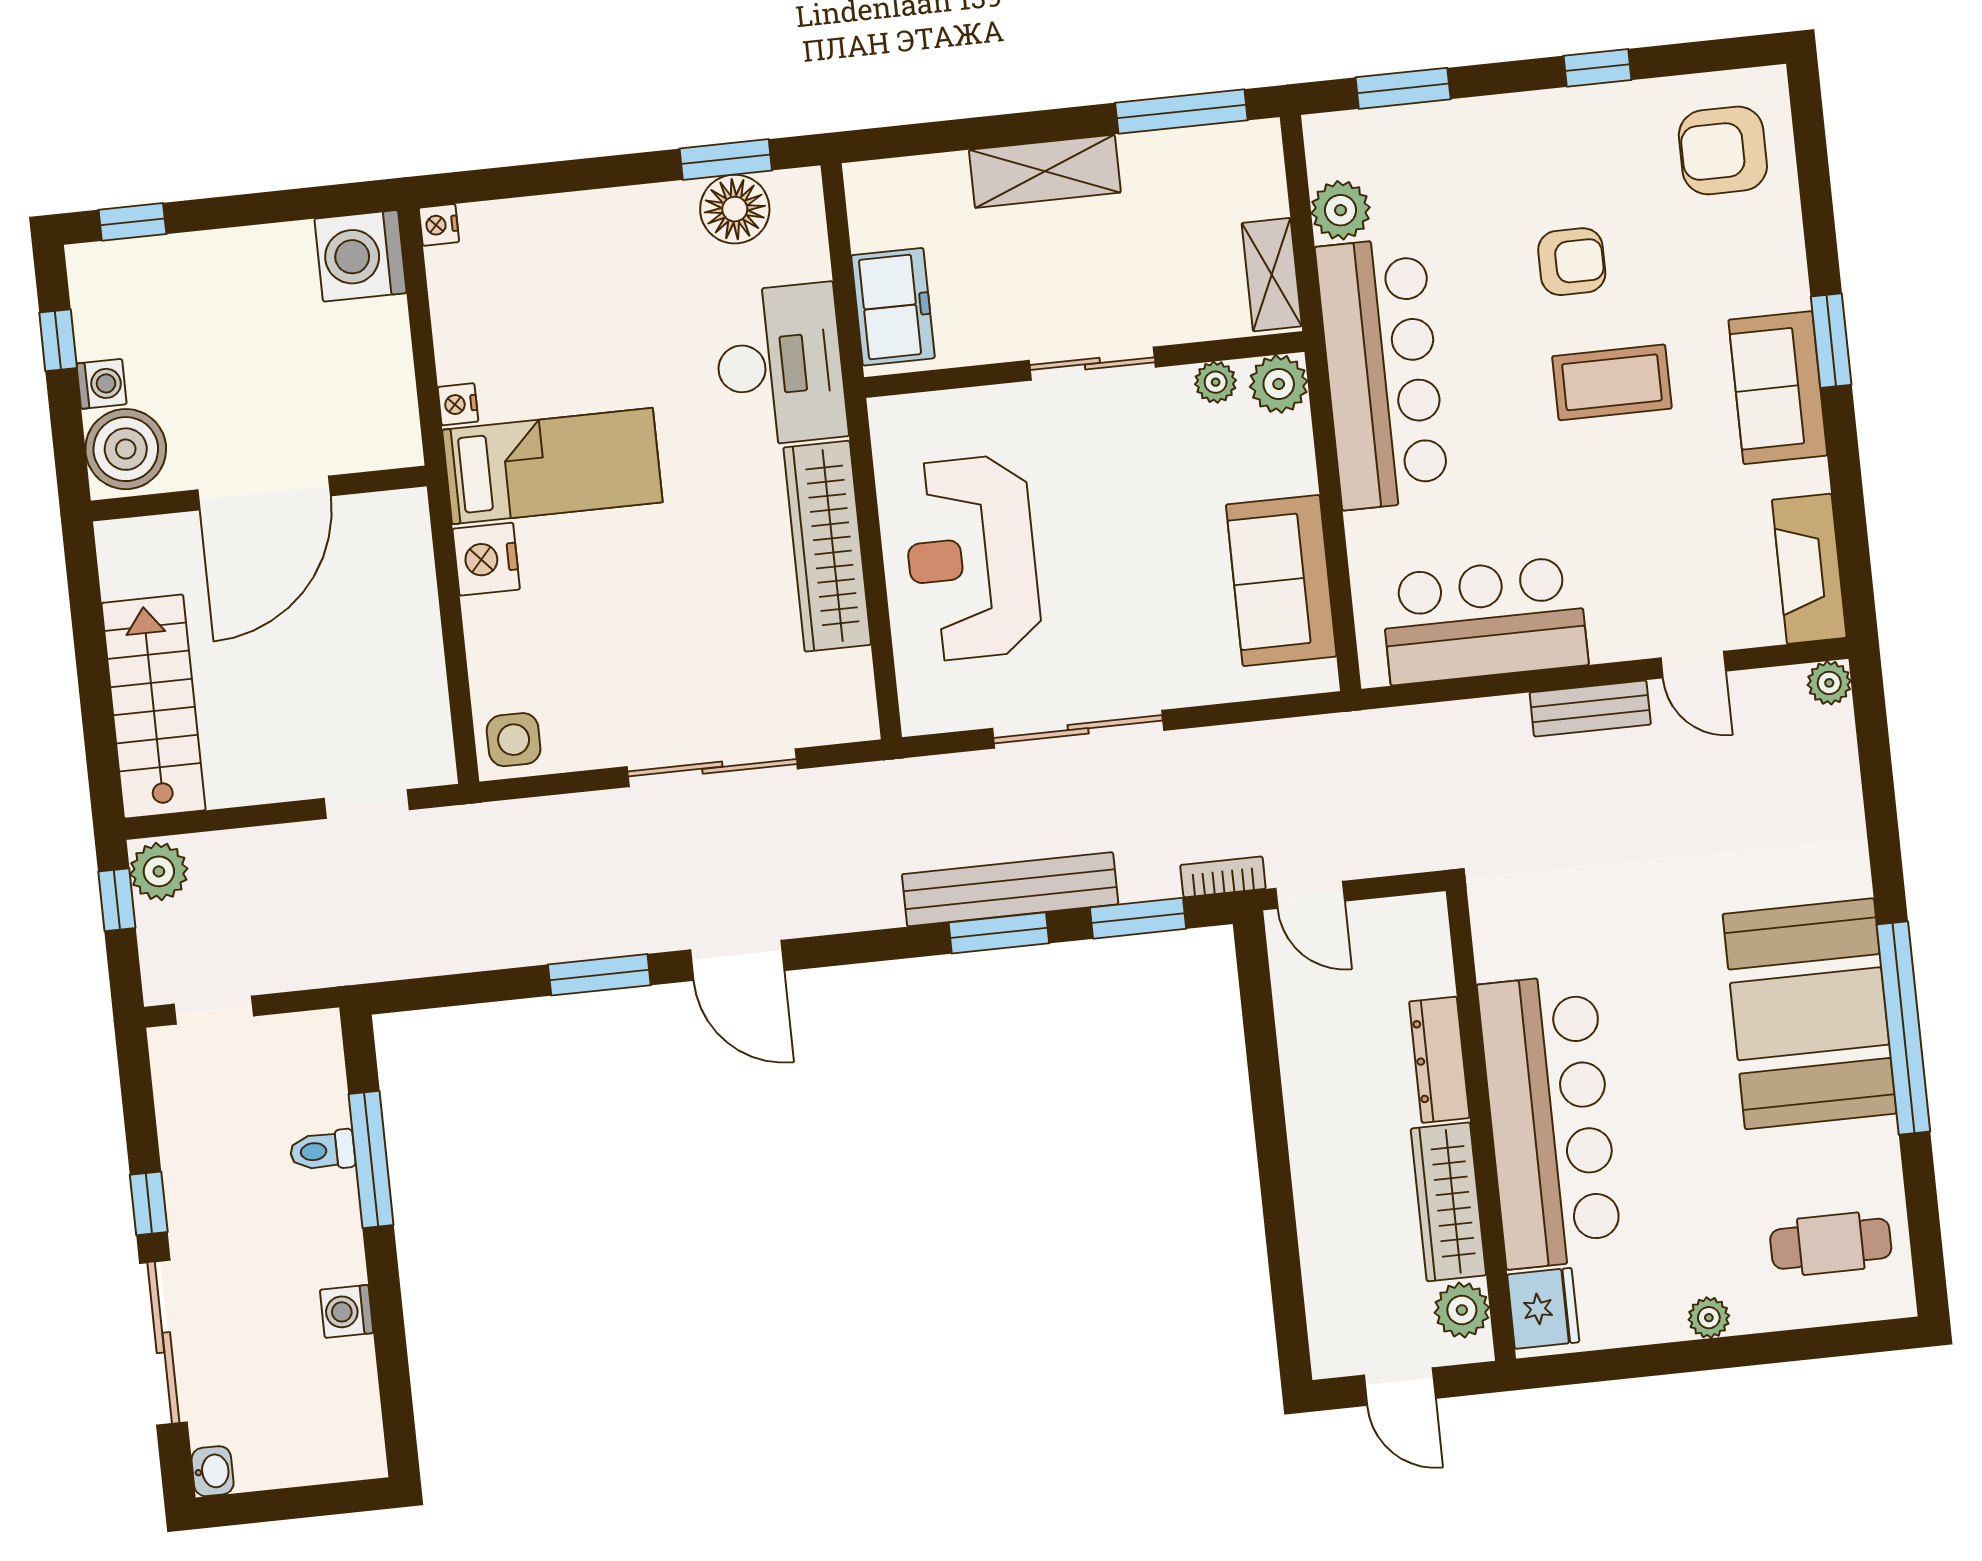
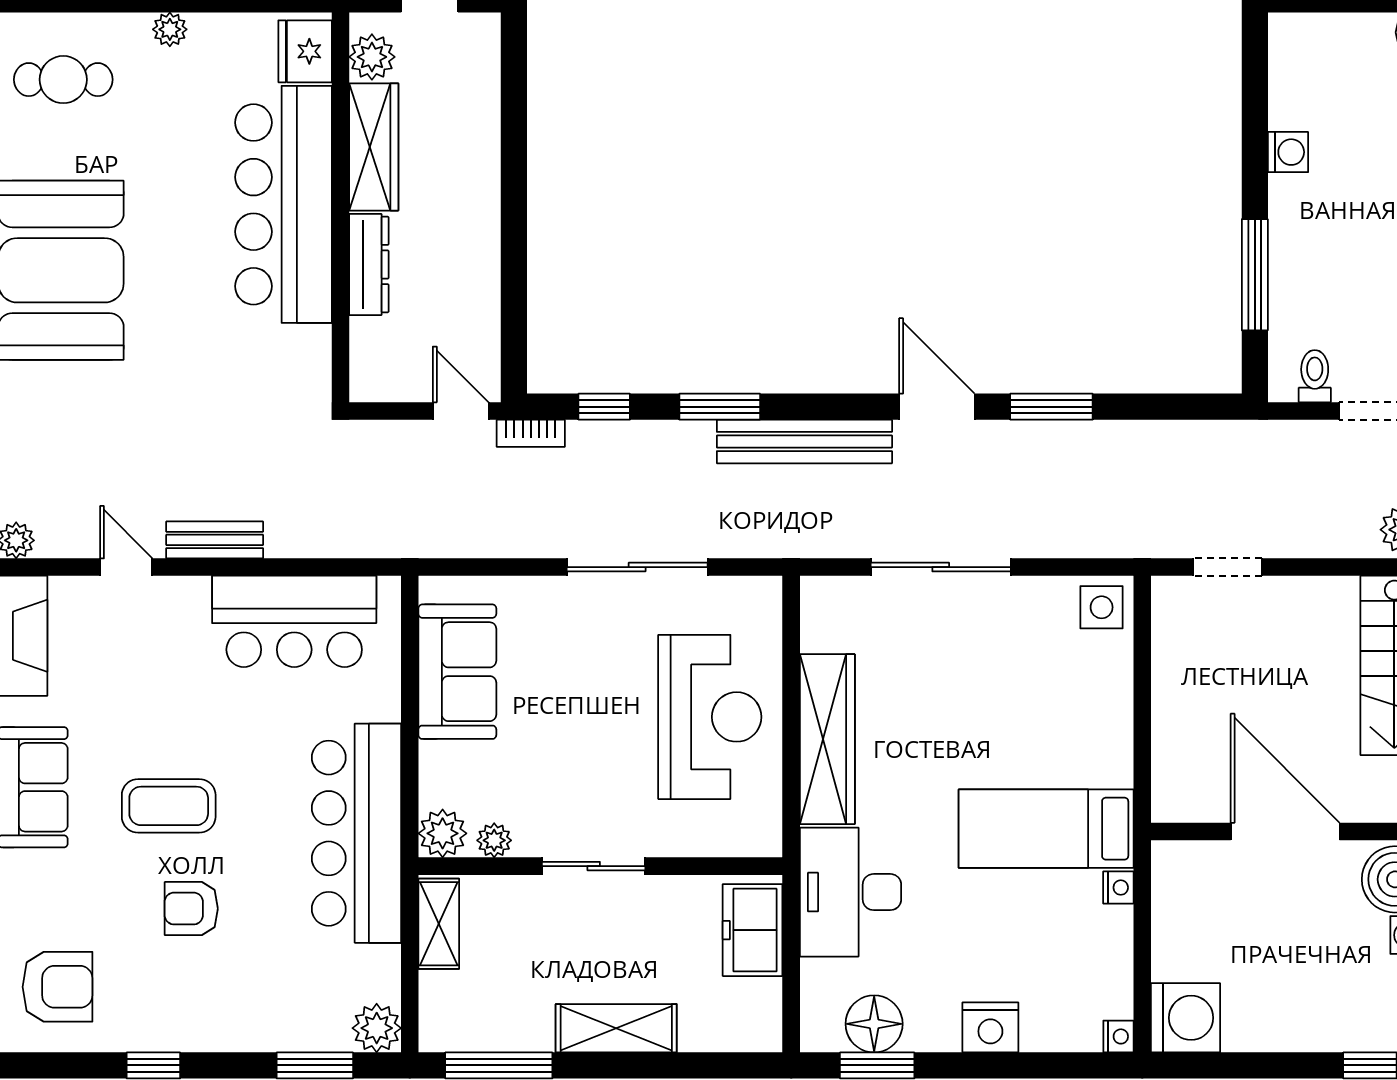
plant: (1341, 210) -> (377, 1028), moved
door: (264, 493) -> (1285, 831), hinge flipped
nightstand: (486, 559) -> (990, 1027), moved, turned 90
bench: (1010, 889) -> (804, 442), moved
window: (1138, 918) -> (604, 407), width x0.67
toilet: (322, 1151) -> (1315, 376), moved, turned -90

